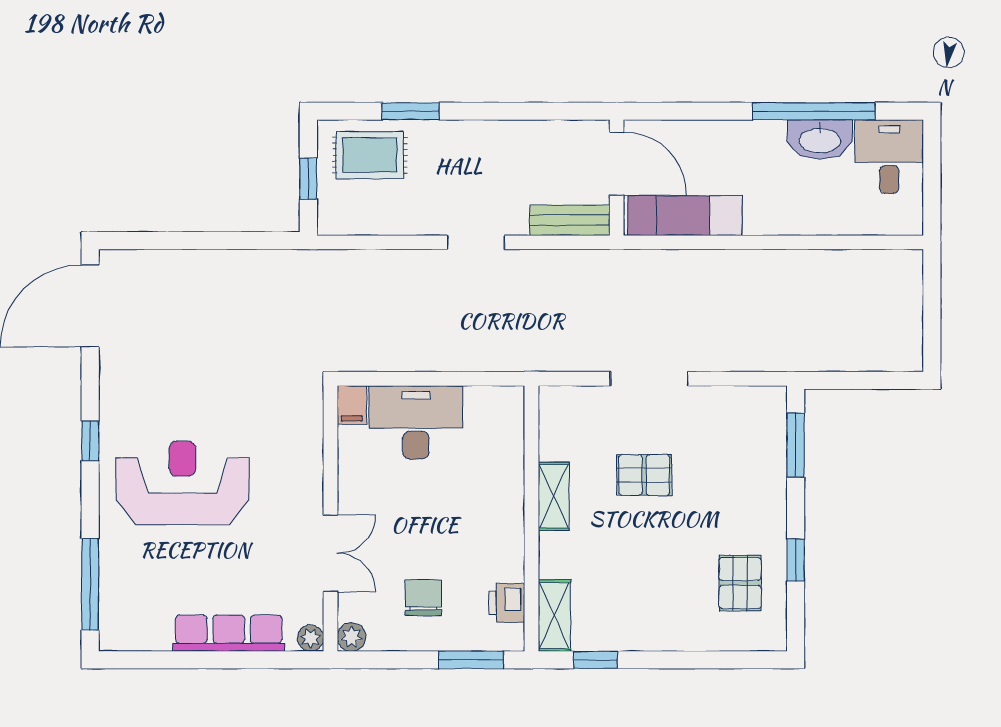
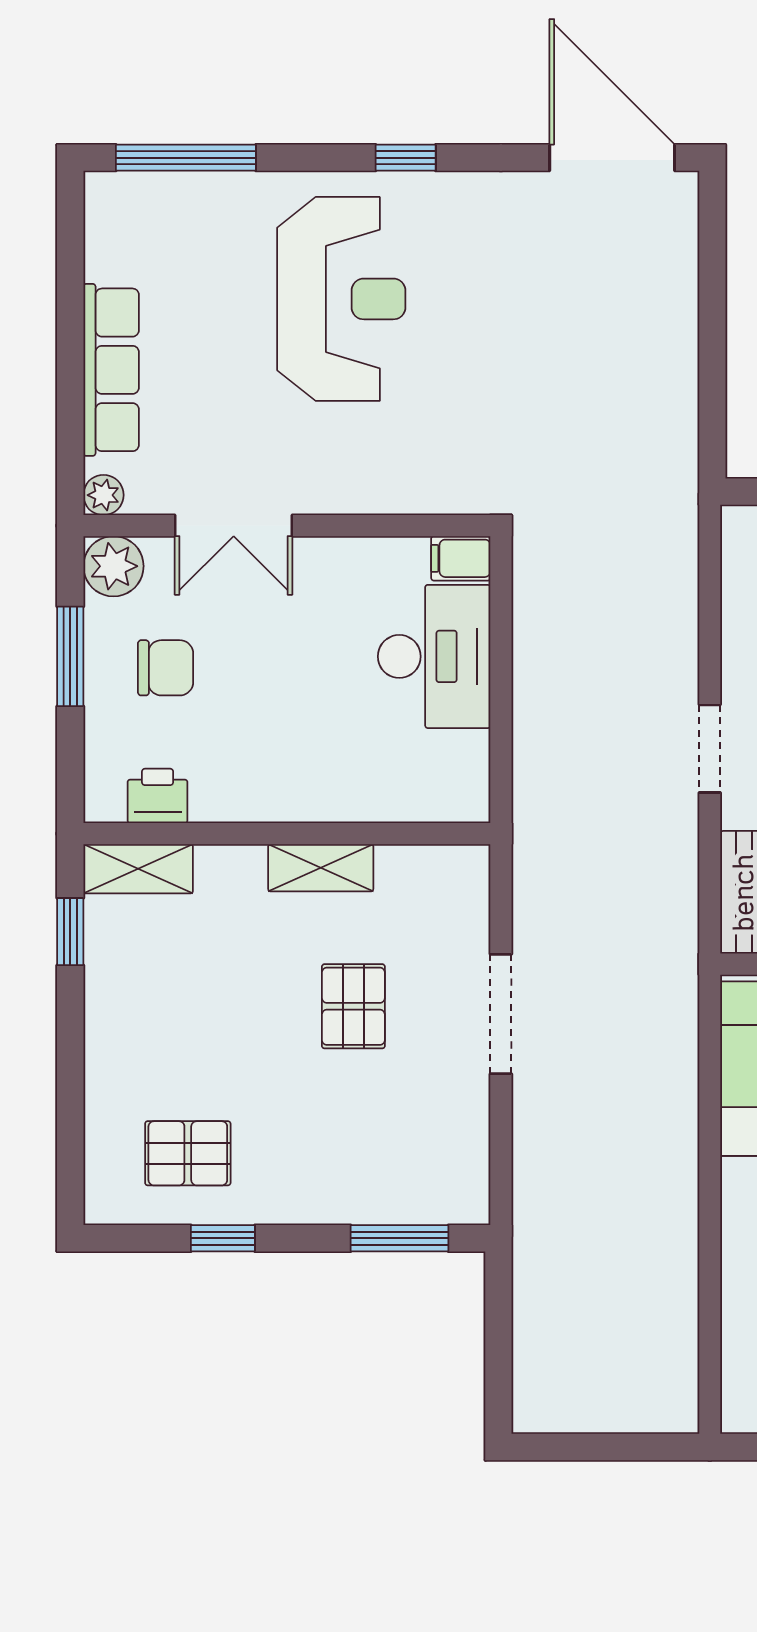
plant: (352, 637) -> (113, 566), width x1.38, depth x1.38
window: (471, 660) -> (70, 656), moved

